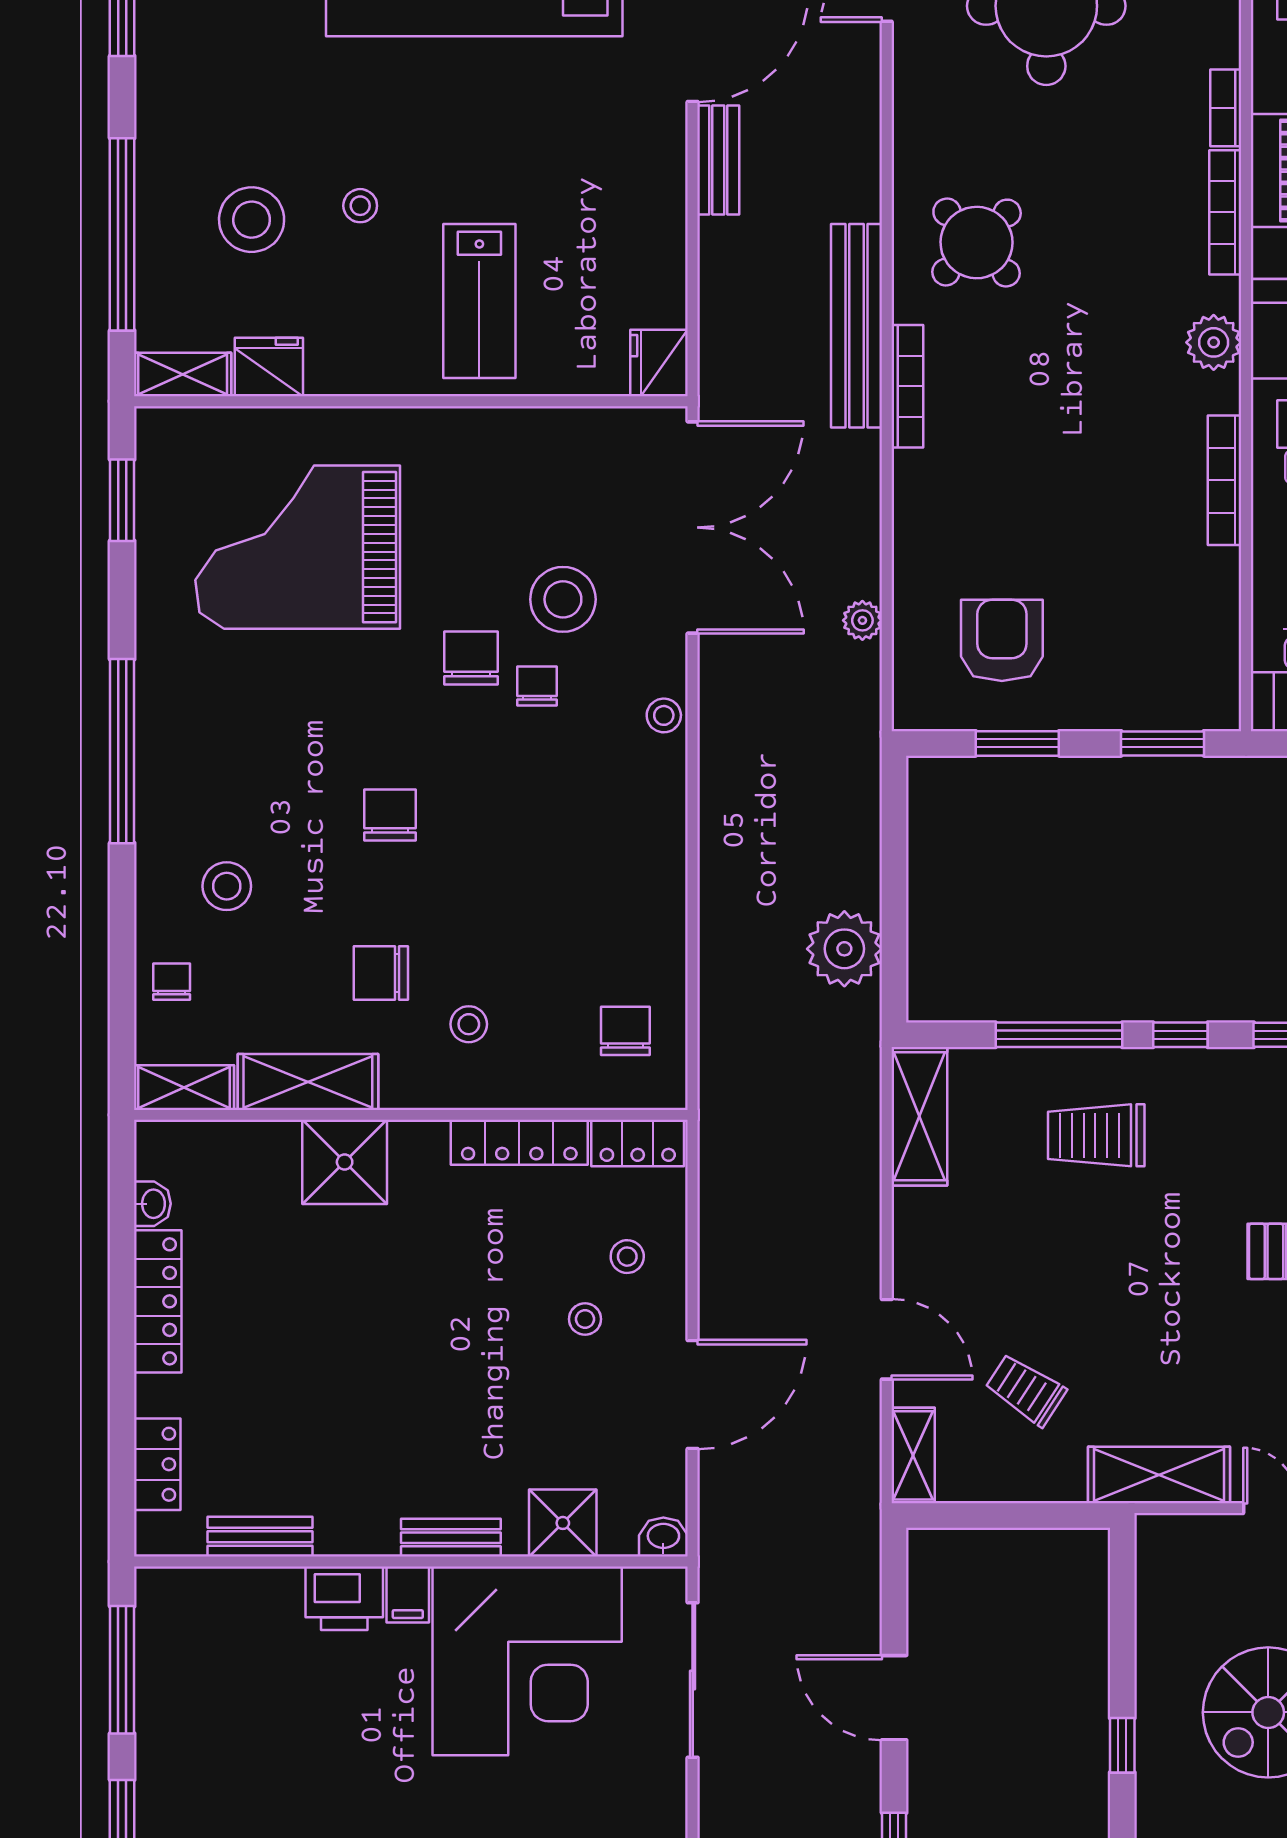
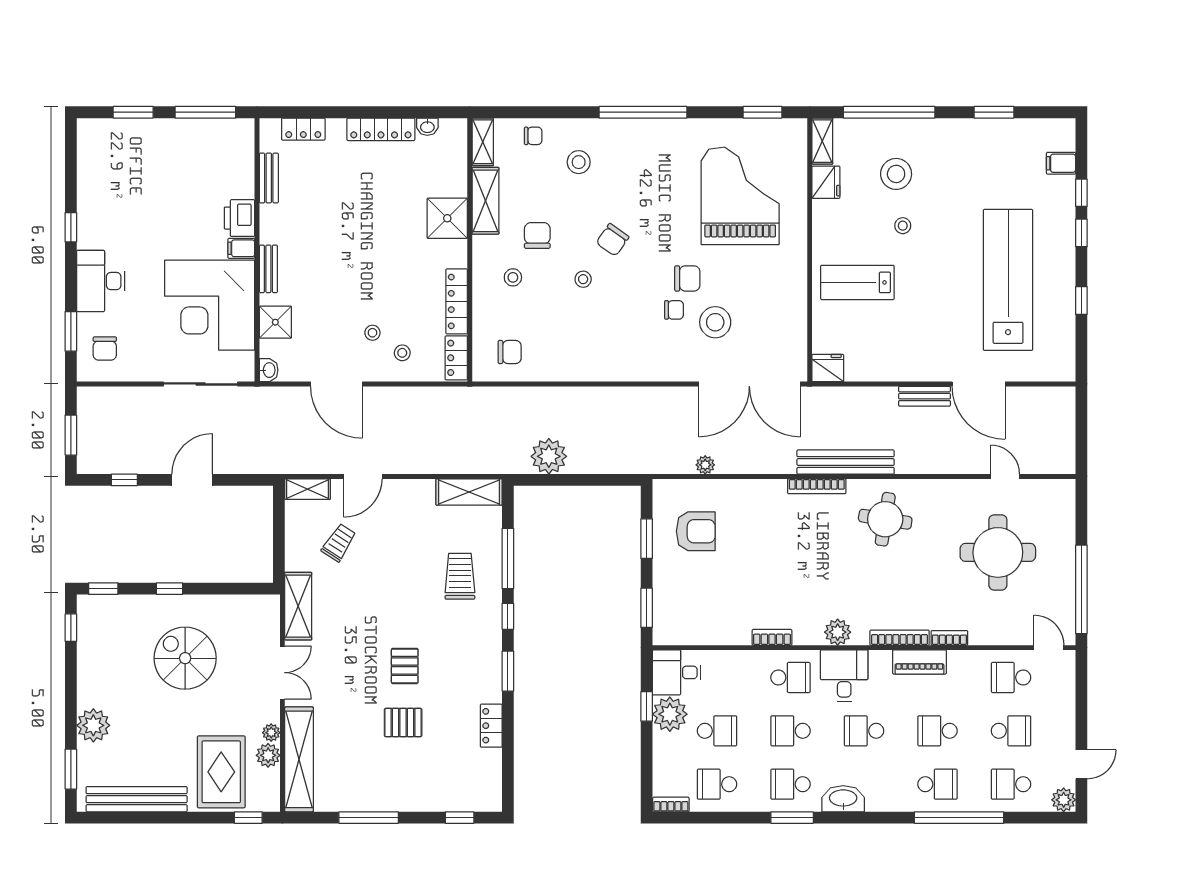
round table: (977, 243) -> (885, 519), turned -37
bookcase: (1225, 480) -> (772, 637), width x0.64
stool: (664, 715) -> (583, 279), moved
chair: (390, 815) -> (613, 240), turned 125

